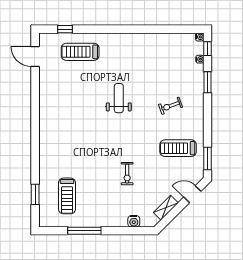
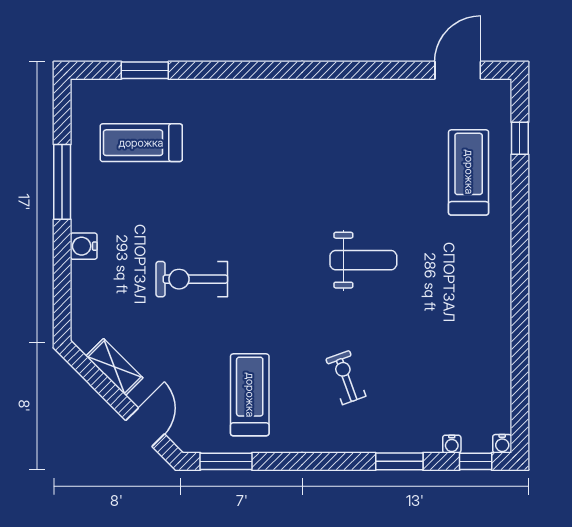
exercise bike: (127, 174) -> (192, 279), width x1.38, depth x1.39
water cooler: (134, 221) -> (84, 246), moved

